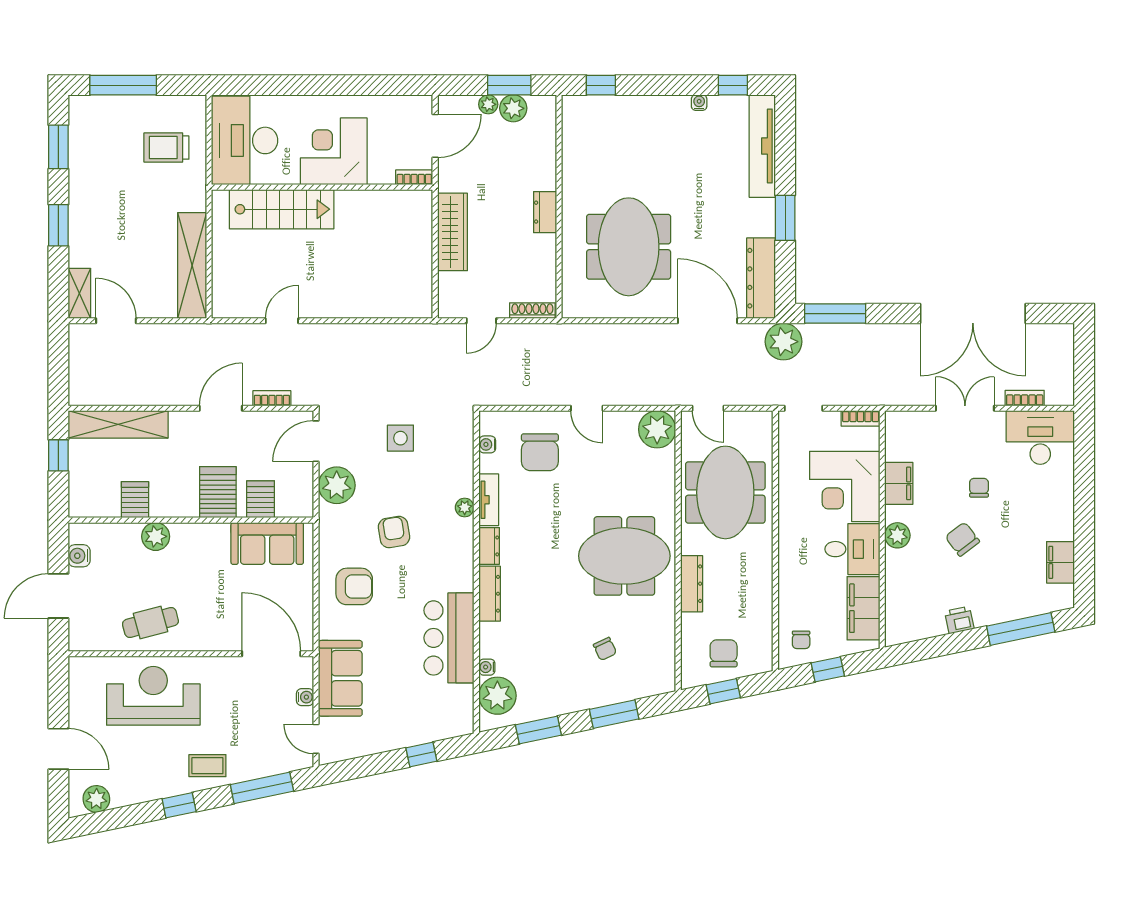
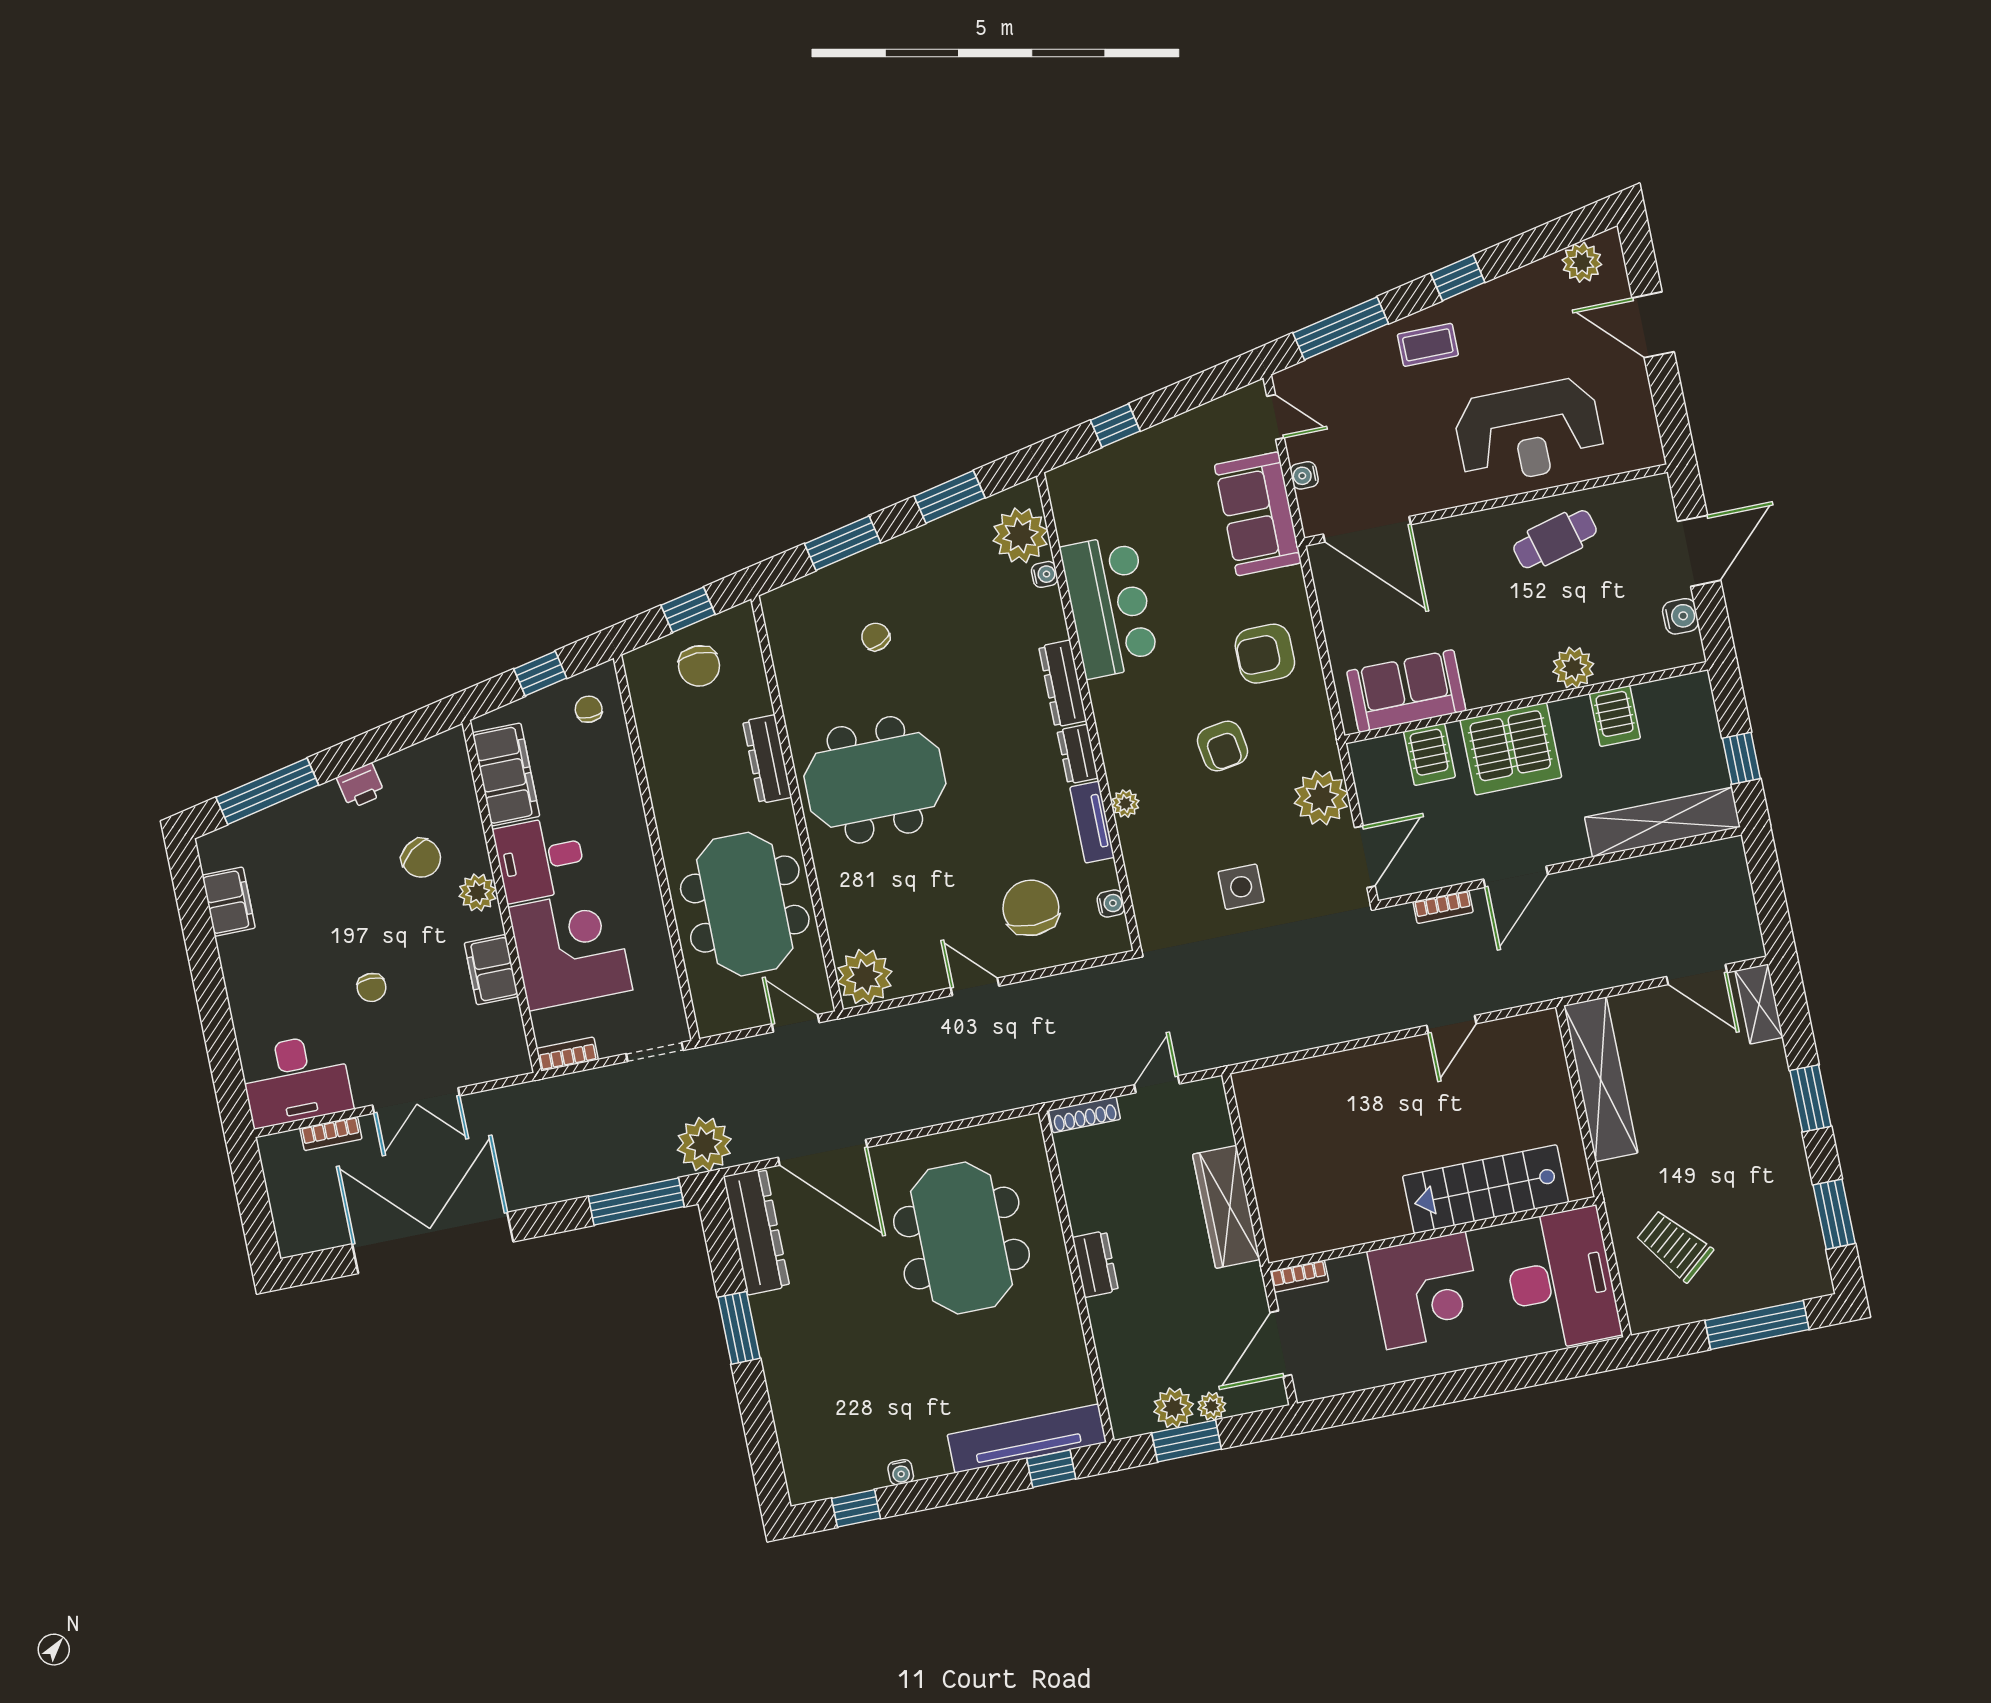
tv unit: (762, 146) -> (1027, 1438), moved, turned -90
trolley: (166, 148) -> (1674, 1246), turned -130
server rack: (218, 492) -> (1511, 749), width x1.60
chair: (962, 539) -> (421, 858), moved

